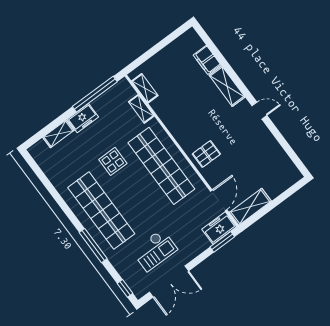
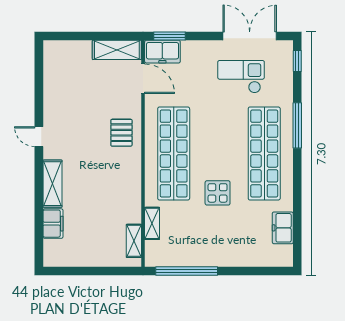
freezer: (83, 118) -> (283, 228), moved, turned -90
shelving: (58, 134) -> (251, 259), removed
pallet: (206, 154) -> (121, 133), turned 90
door: (219, 200) -> (143, 79), swing flipped

